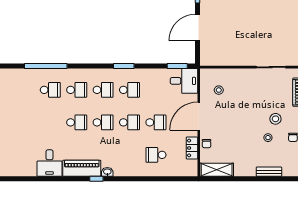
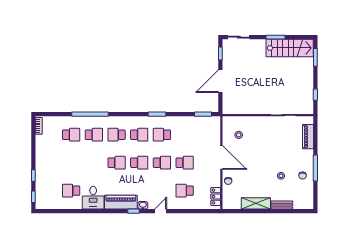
desk: (184, 81) -> (209, 127), removed
school desk: (24, 90) -> (71, 135), added
school desk: (77, 90) -> (117, 135), turned 180
school desk: (130, 90) -> (162, 135), turned 180
door: (199, 116) -> (221, 157), swing flipped
stool: (275, 119) -> (287, 160), removed
locker: (192, 148) -> (216, 196), moved
school desk: (24, 155) -> (71, 191), added
shelving: (217, 170) -> (256, 203), moved
door: (128, 179) -> (161, 211), added

